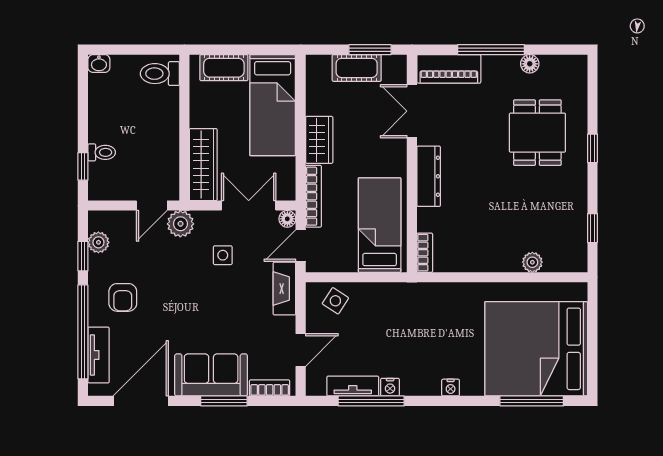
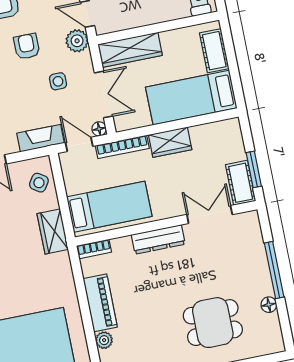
cot: (357, 68) -> (241, 183), moved
piano: (449, 69) -> (100, 303), moved, turned 180
armchair: (175, 283) -> (27, 46), added
wardrobe: (395, 296) -> (53, 232), added

